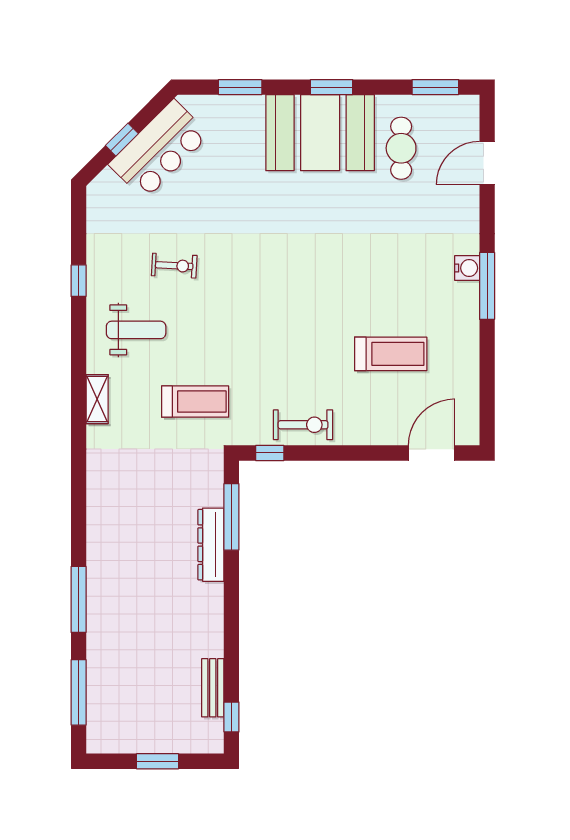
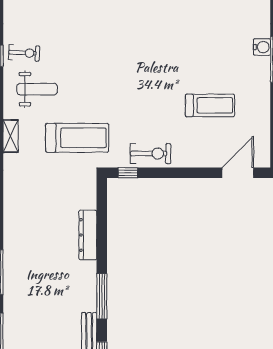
exercise bike: (174, 266) -> (24, 53), moved
treadmill: (195, 402) -> (77, 138), width x1.37, depth x1.38
window: (231, 517) -> (102, 296), moved

